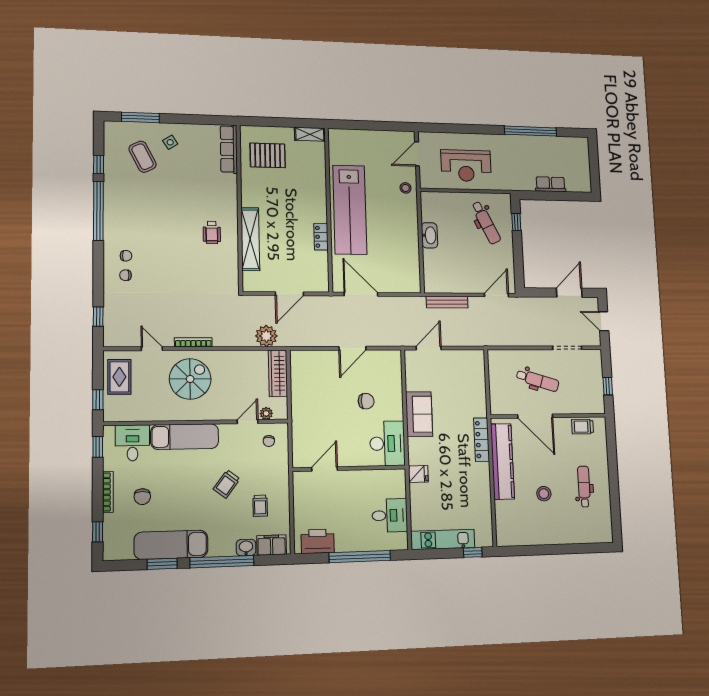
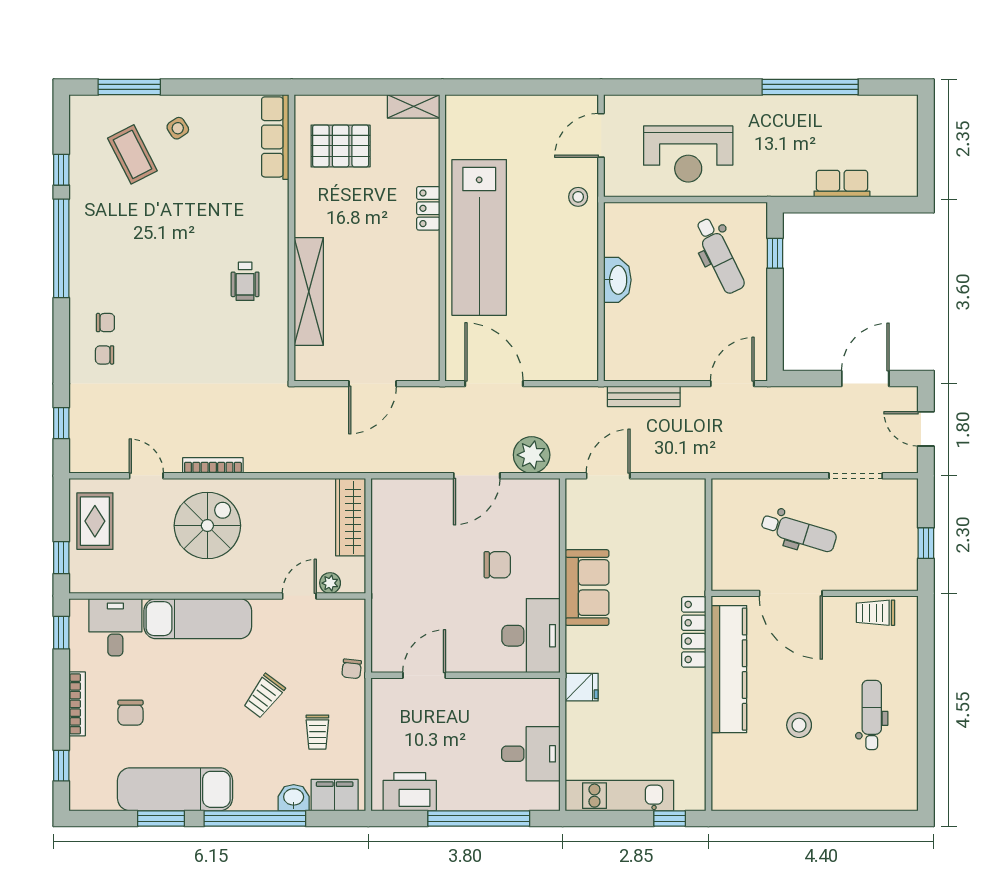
locker: (321, 237) -> (428, 208), moved
plant: (266, 336) -> (532, 455), moved
chair: (269, 441) -> (352, 669), moved

